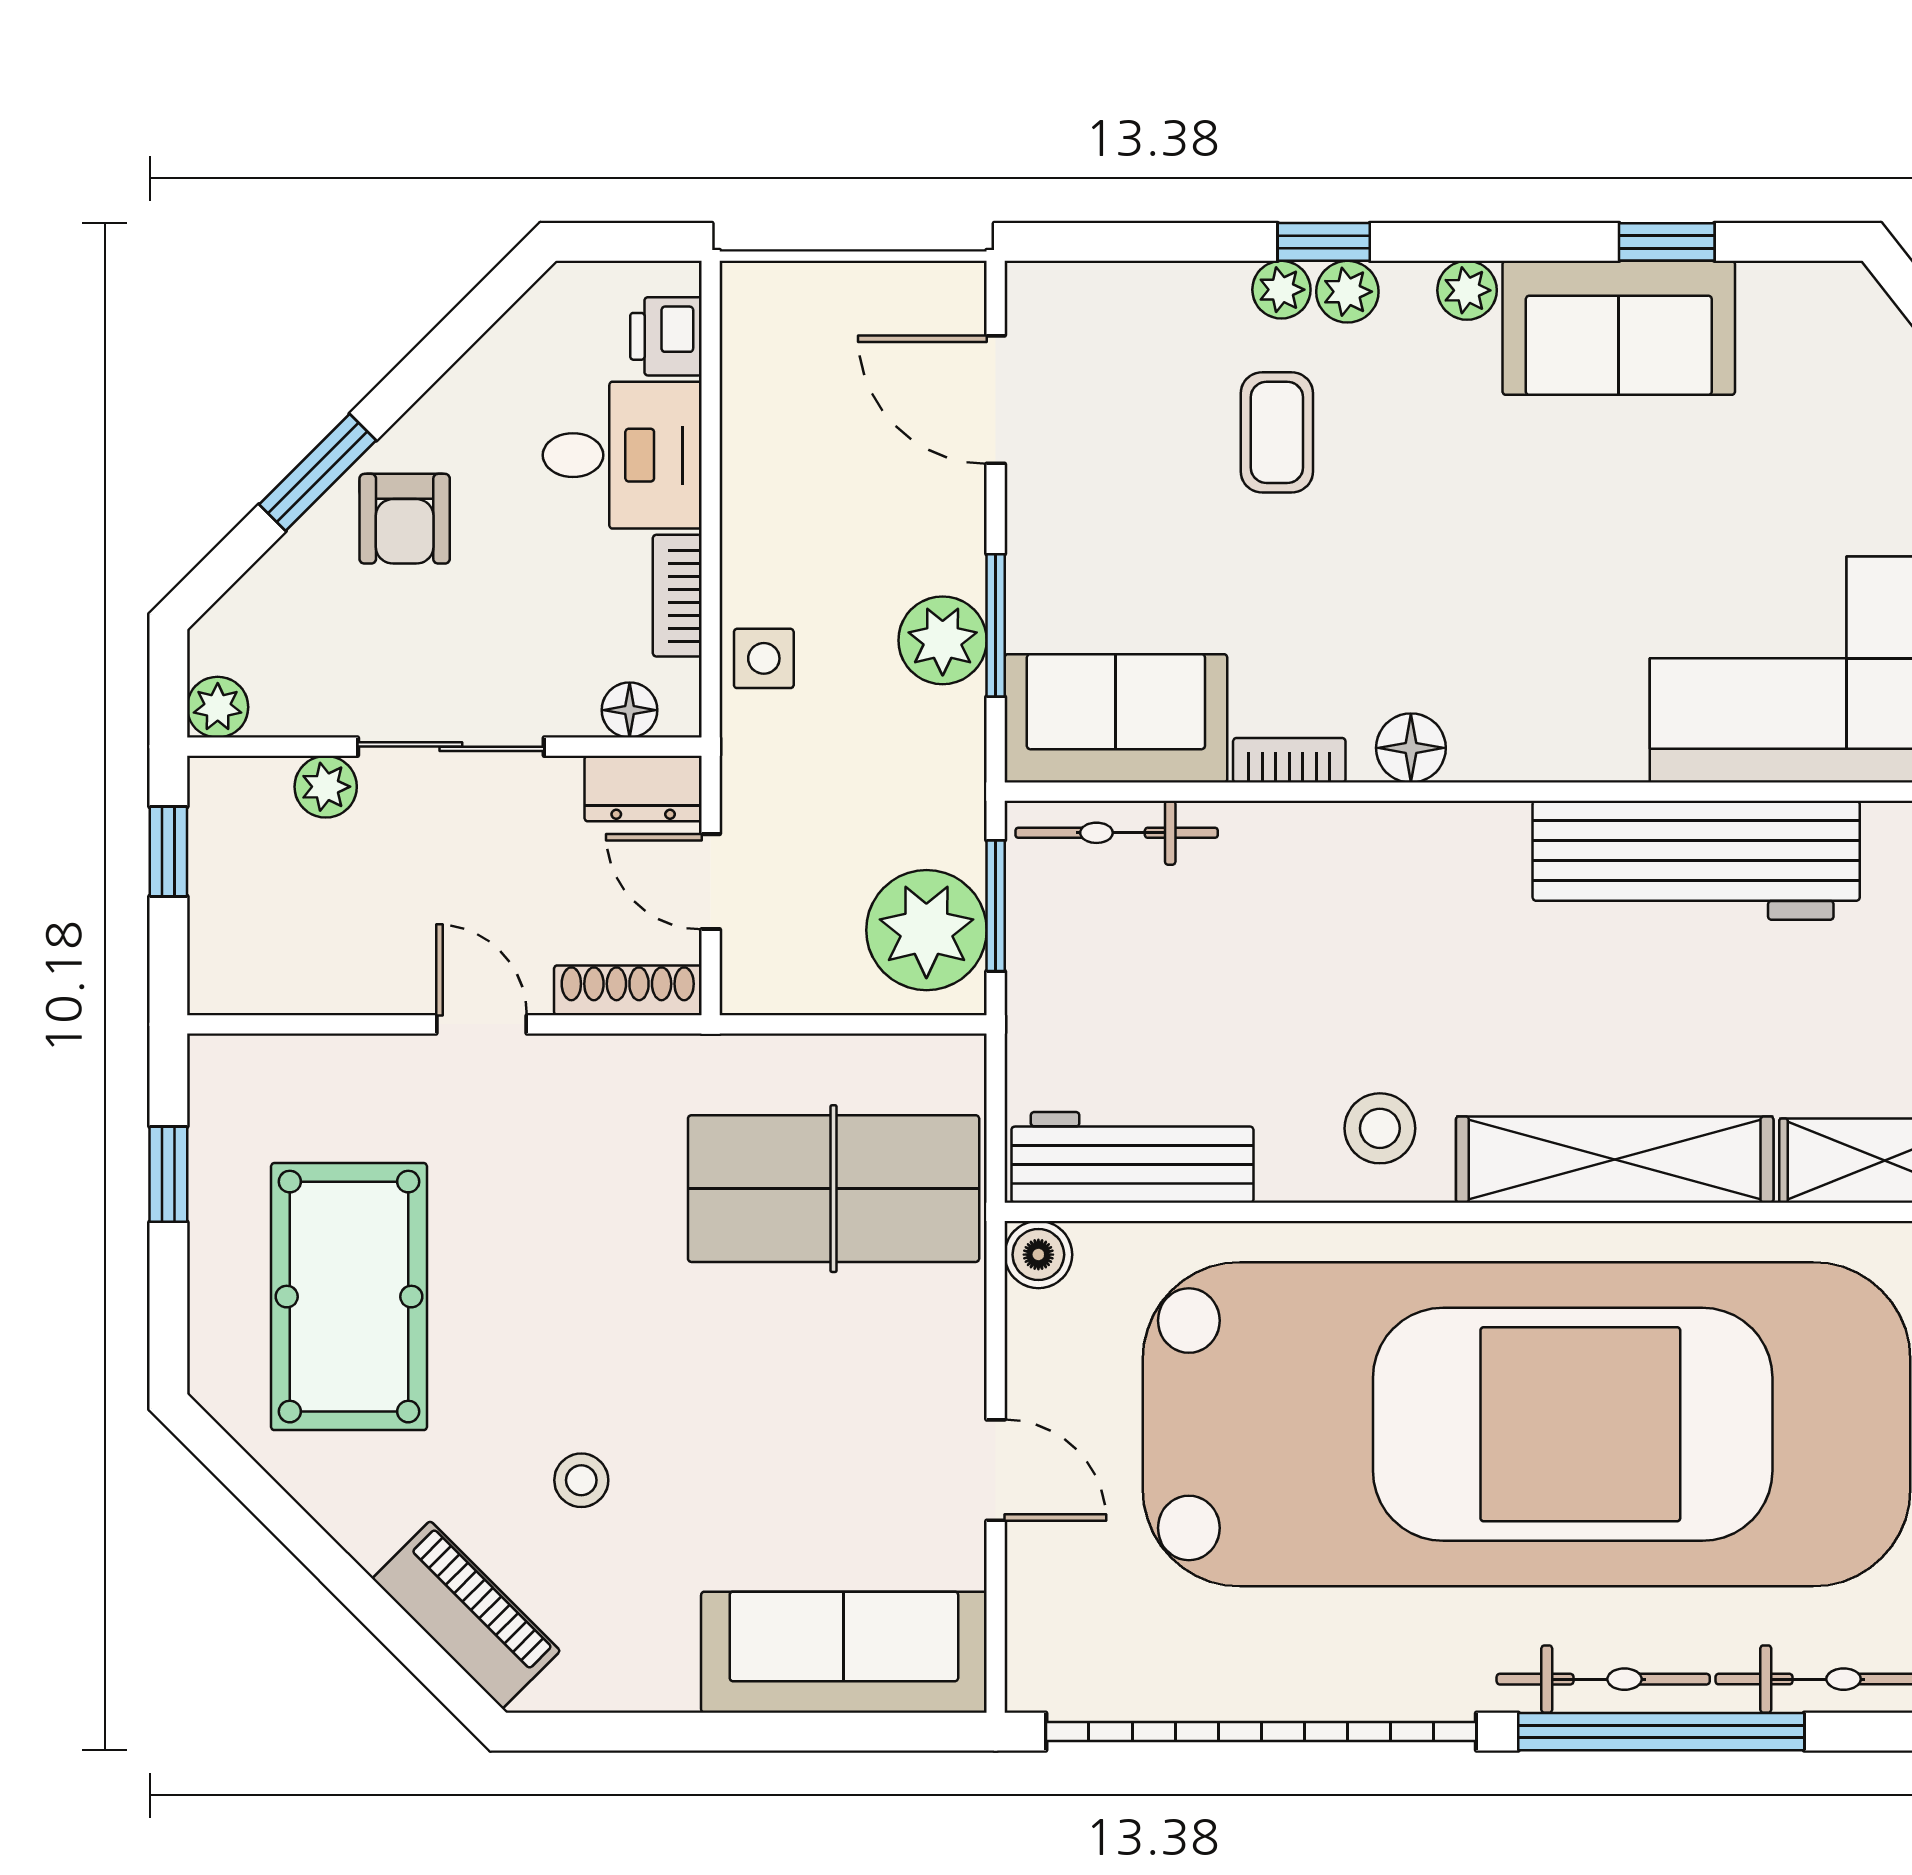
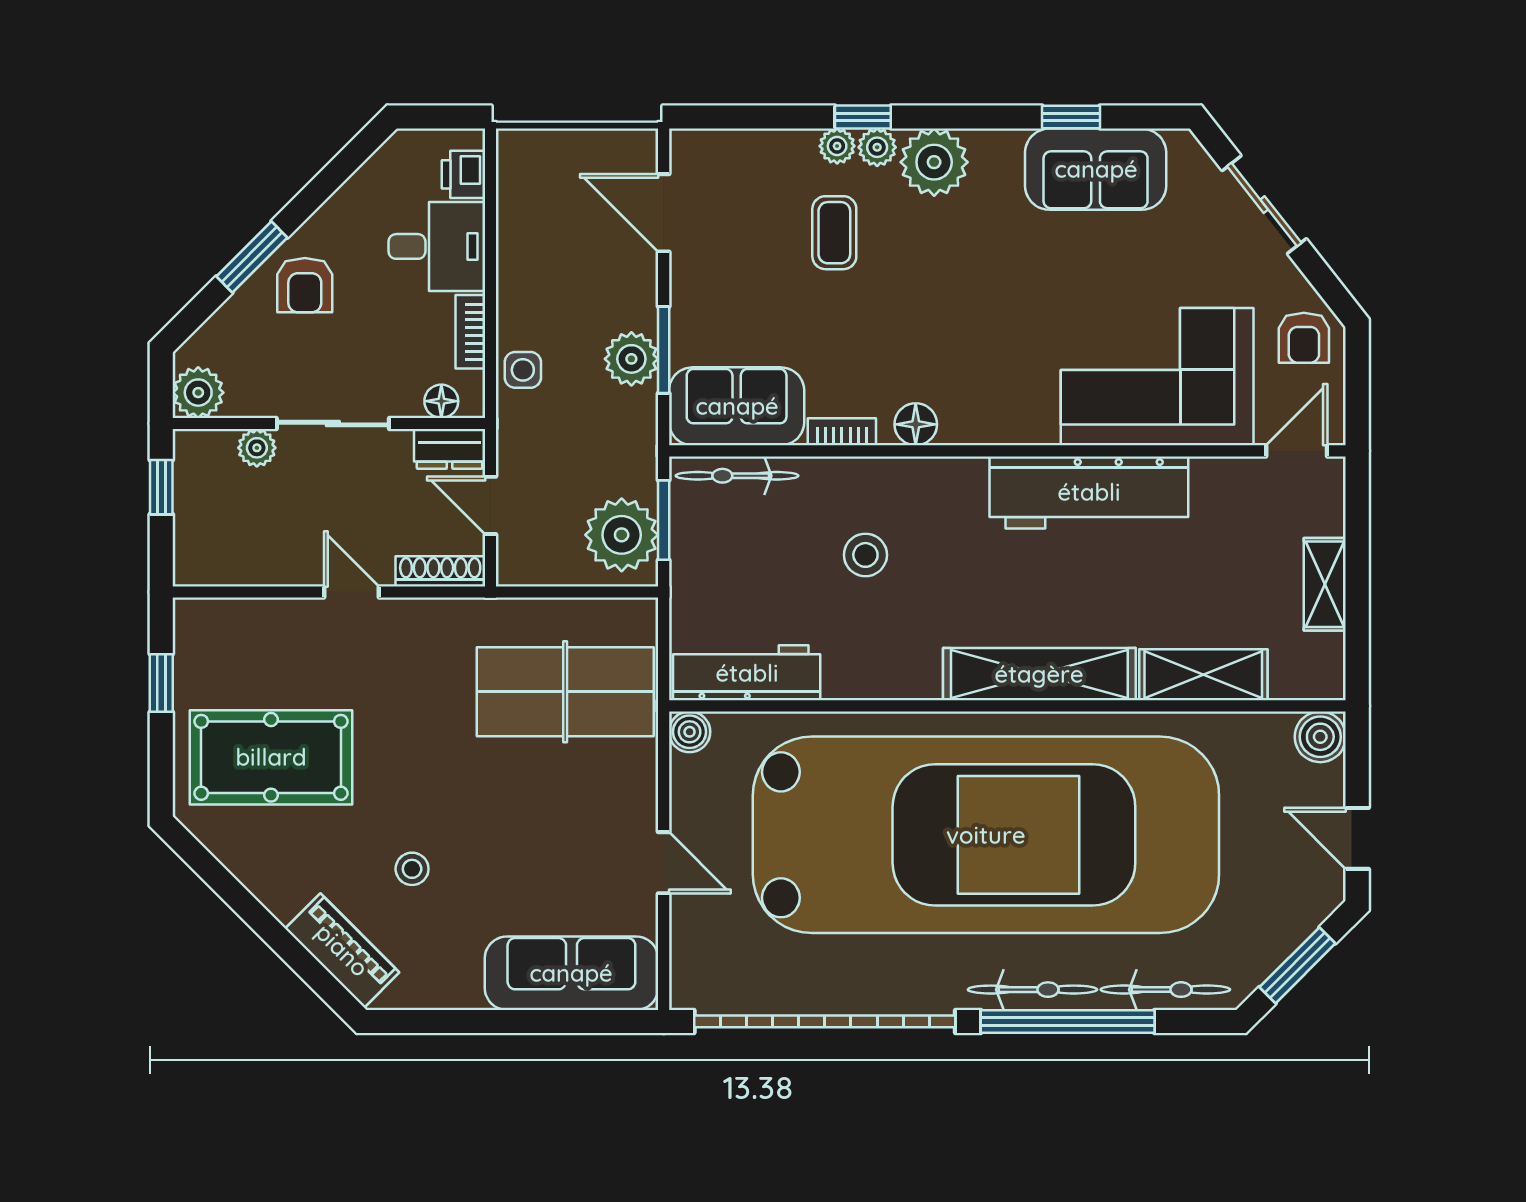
plant: (1467, 290) -> (934, 162), width x1.87, depth x1.87
sofa: (1619, 328) -> (1096, 169), moved
plant: (218, 707) -> (198, 393), width x1.38, depth x1.38
stool: (1380, 1128) -> (865, 555), moved
pool table: (349, 1297) -> (271, 757), turned 90

